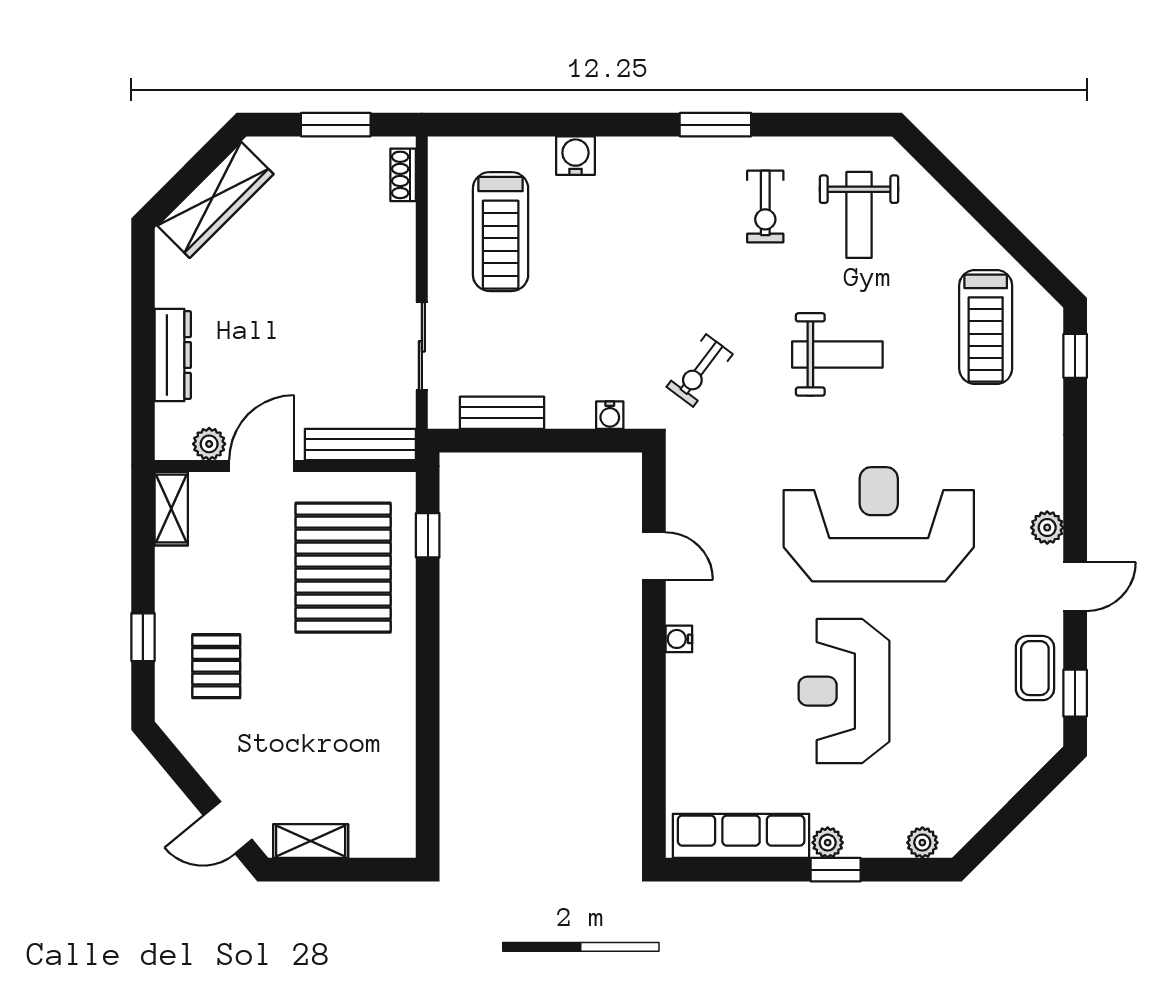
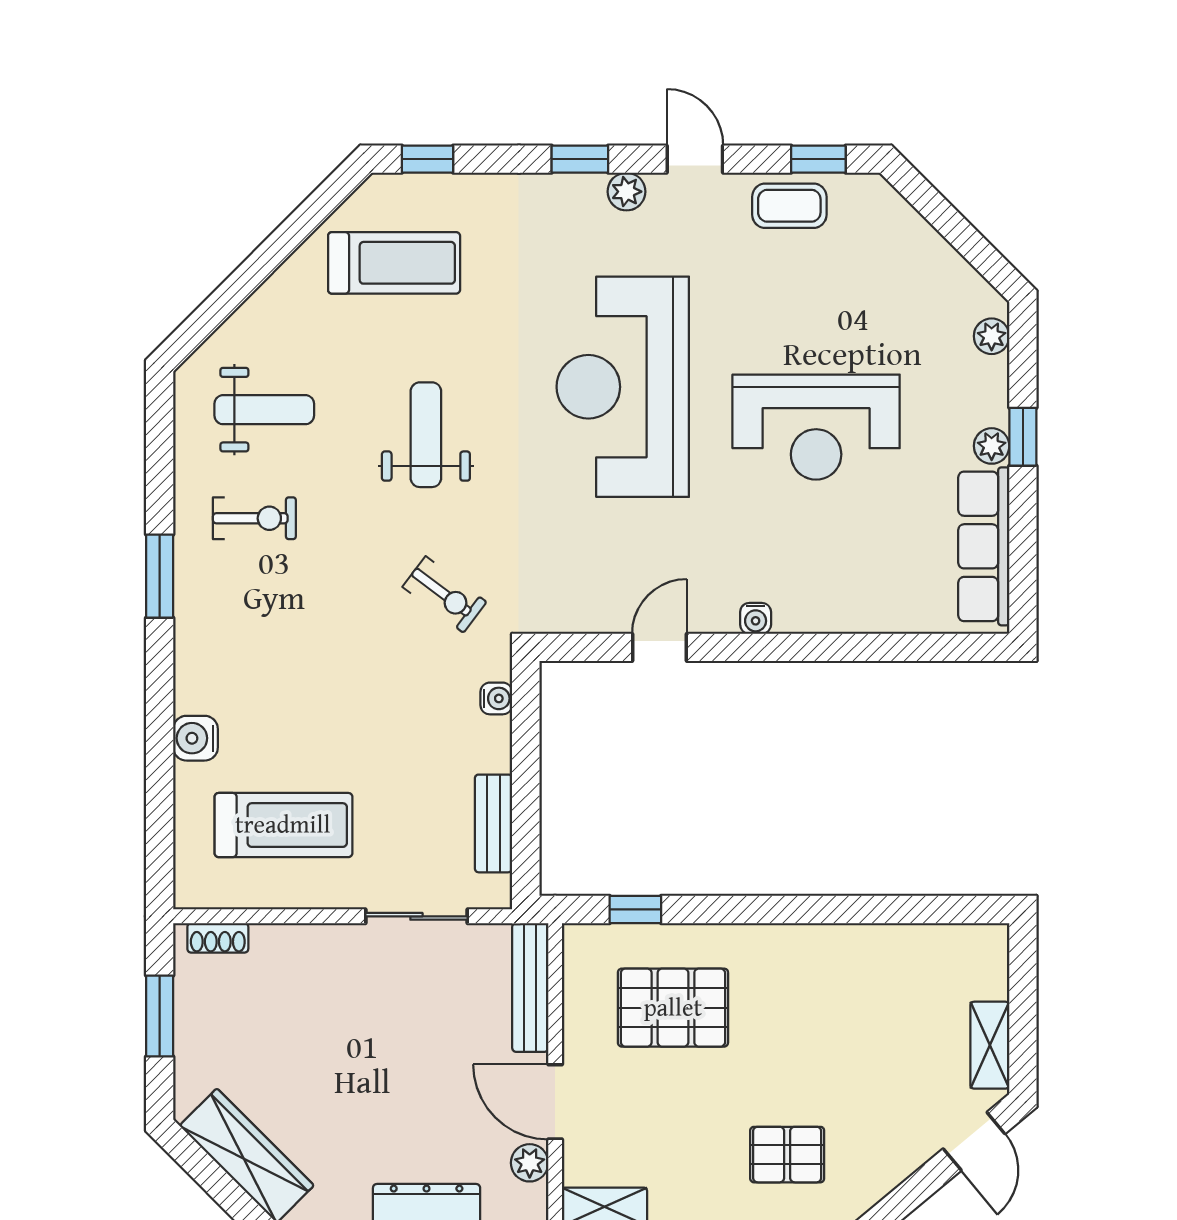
window: (1075, 487) -> (580, 159), added
pallet: (343, 568) -> (673, 1008), width x0.73, depth x0.71

